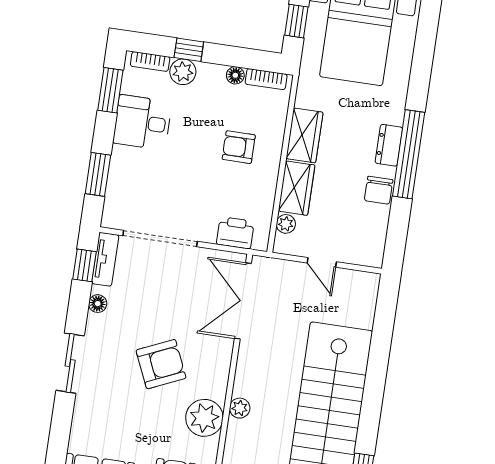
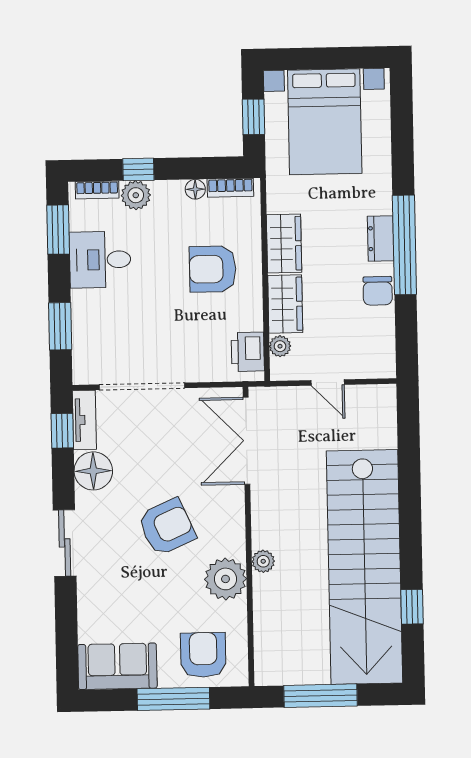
armchair: (239, 147) -> (213, 269), width x1.38, depth x1.38
printer: (235, 233) -> (248, 352), moved, turned -90
floor lamp: (98, 304) -> (93, 471), width x1.89, depth x1.89

